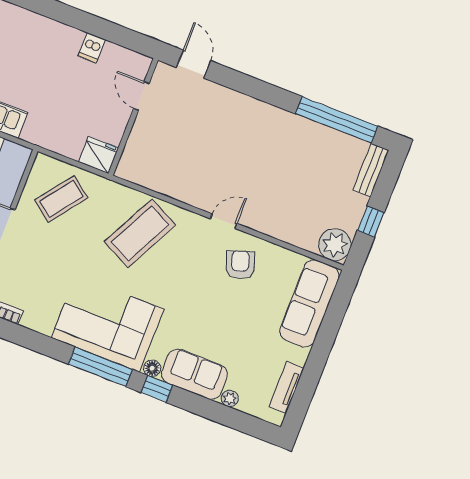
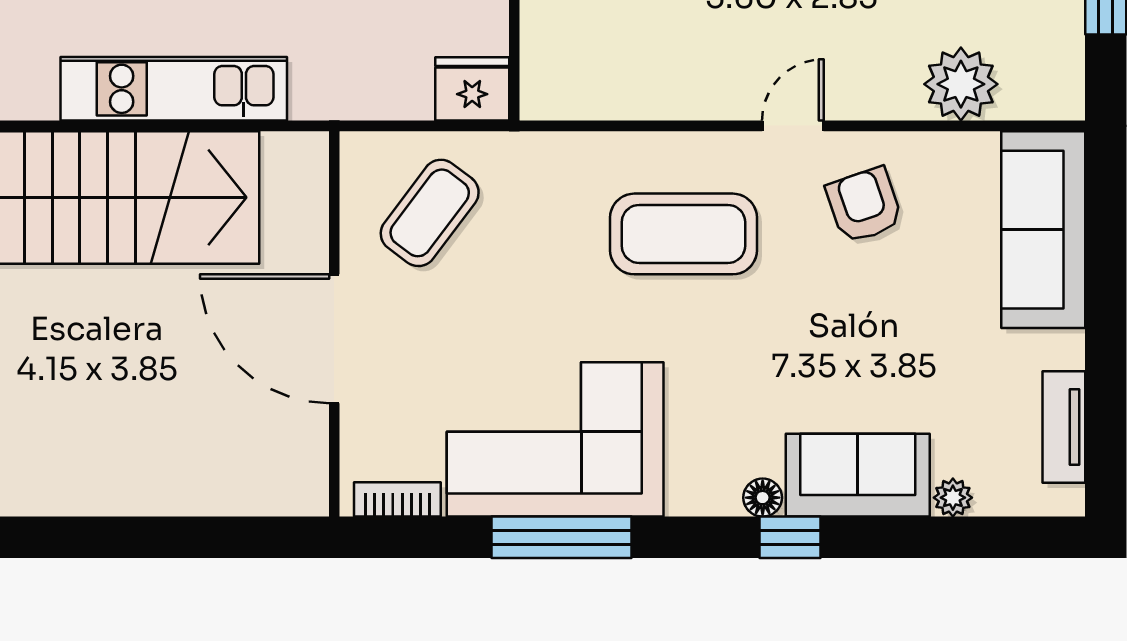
coffee table: (140, 233) -> (683, 234), moved, turned 63
plant: (335, 245) -> (961, 84), moved
corner sofa: (108, 324) -> (555, 439), moved
window: (100, 367) -> (561, 537), moved

